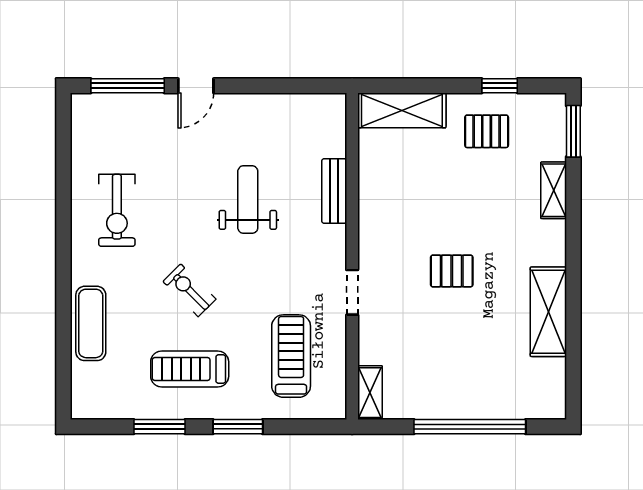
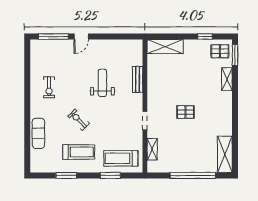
pallet: (487, 131) -> (220, 51), moved
exercise bike: (117, 210) -> (49, 87), width x0.73, depth x0.72
shelving: (548, 312) -> (225, 154), moved
treadmill: (291, 356) -> (121, 158), moved, turned -90
treadmill: (190, 369) -> (79, 152), turned 180
shelving: (370, 393) -> (152, 149), moved
window: (238, 427) -> (110, 175), moved

